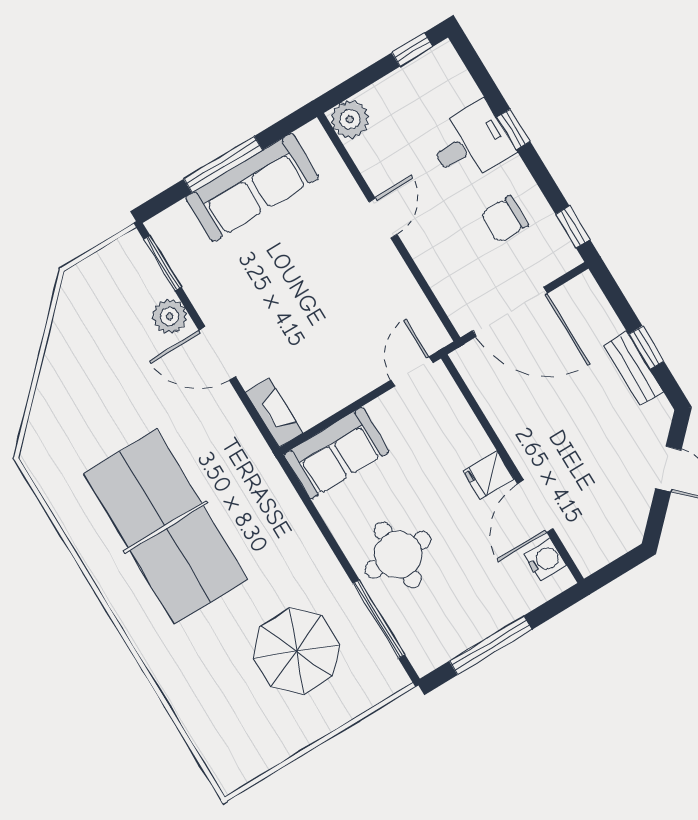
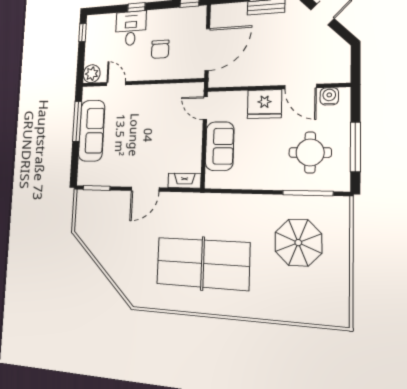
window: (223, 164) -> (77, 122), moved
door: (383, 218) -> (116, 84), moved
chair: (504, 219) -> (160, 49), moved
plant: (170, 316) -> (118, 199), removed
sofa: (336, 453) -> (220, 146), moved
fridge: (489, 475) -> (264, 104), width x1.88, depth x1.34
round table: (398, 555) -> (310, 152), moved

